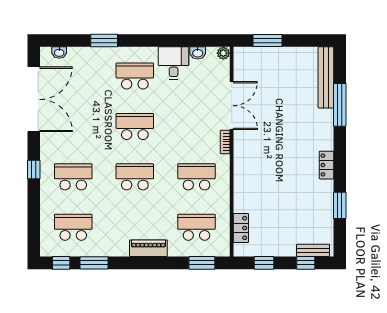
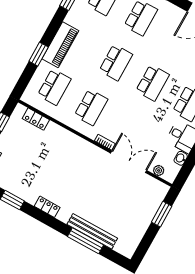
plant: (223, 53) -> (159, 170), moved
bench: (326, 77) -> (92, 231), moved
double door: (232, 106) -> (129, 162), swing flipped
piano: (148, 248) -> (60, 45), width x1.37, depth x1.33
window: (202, 263) -> (39, 54), moved

